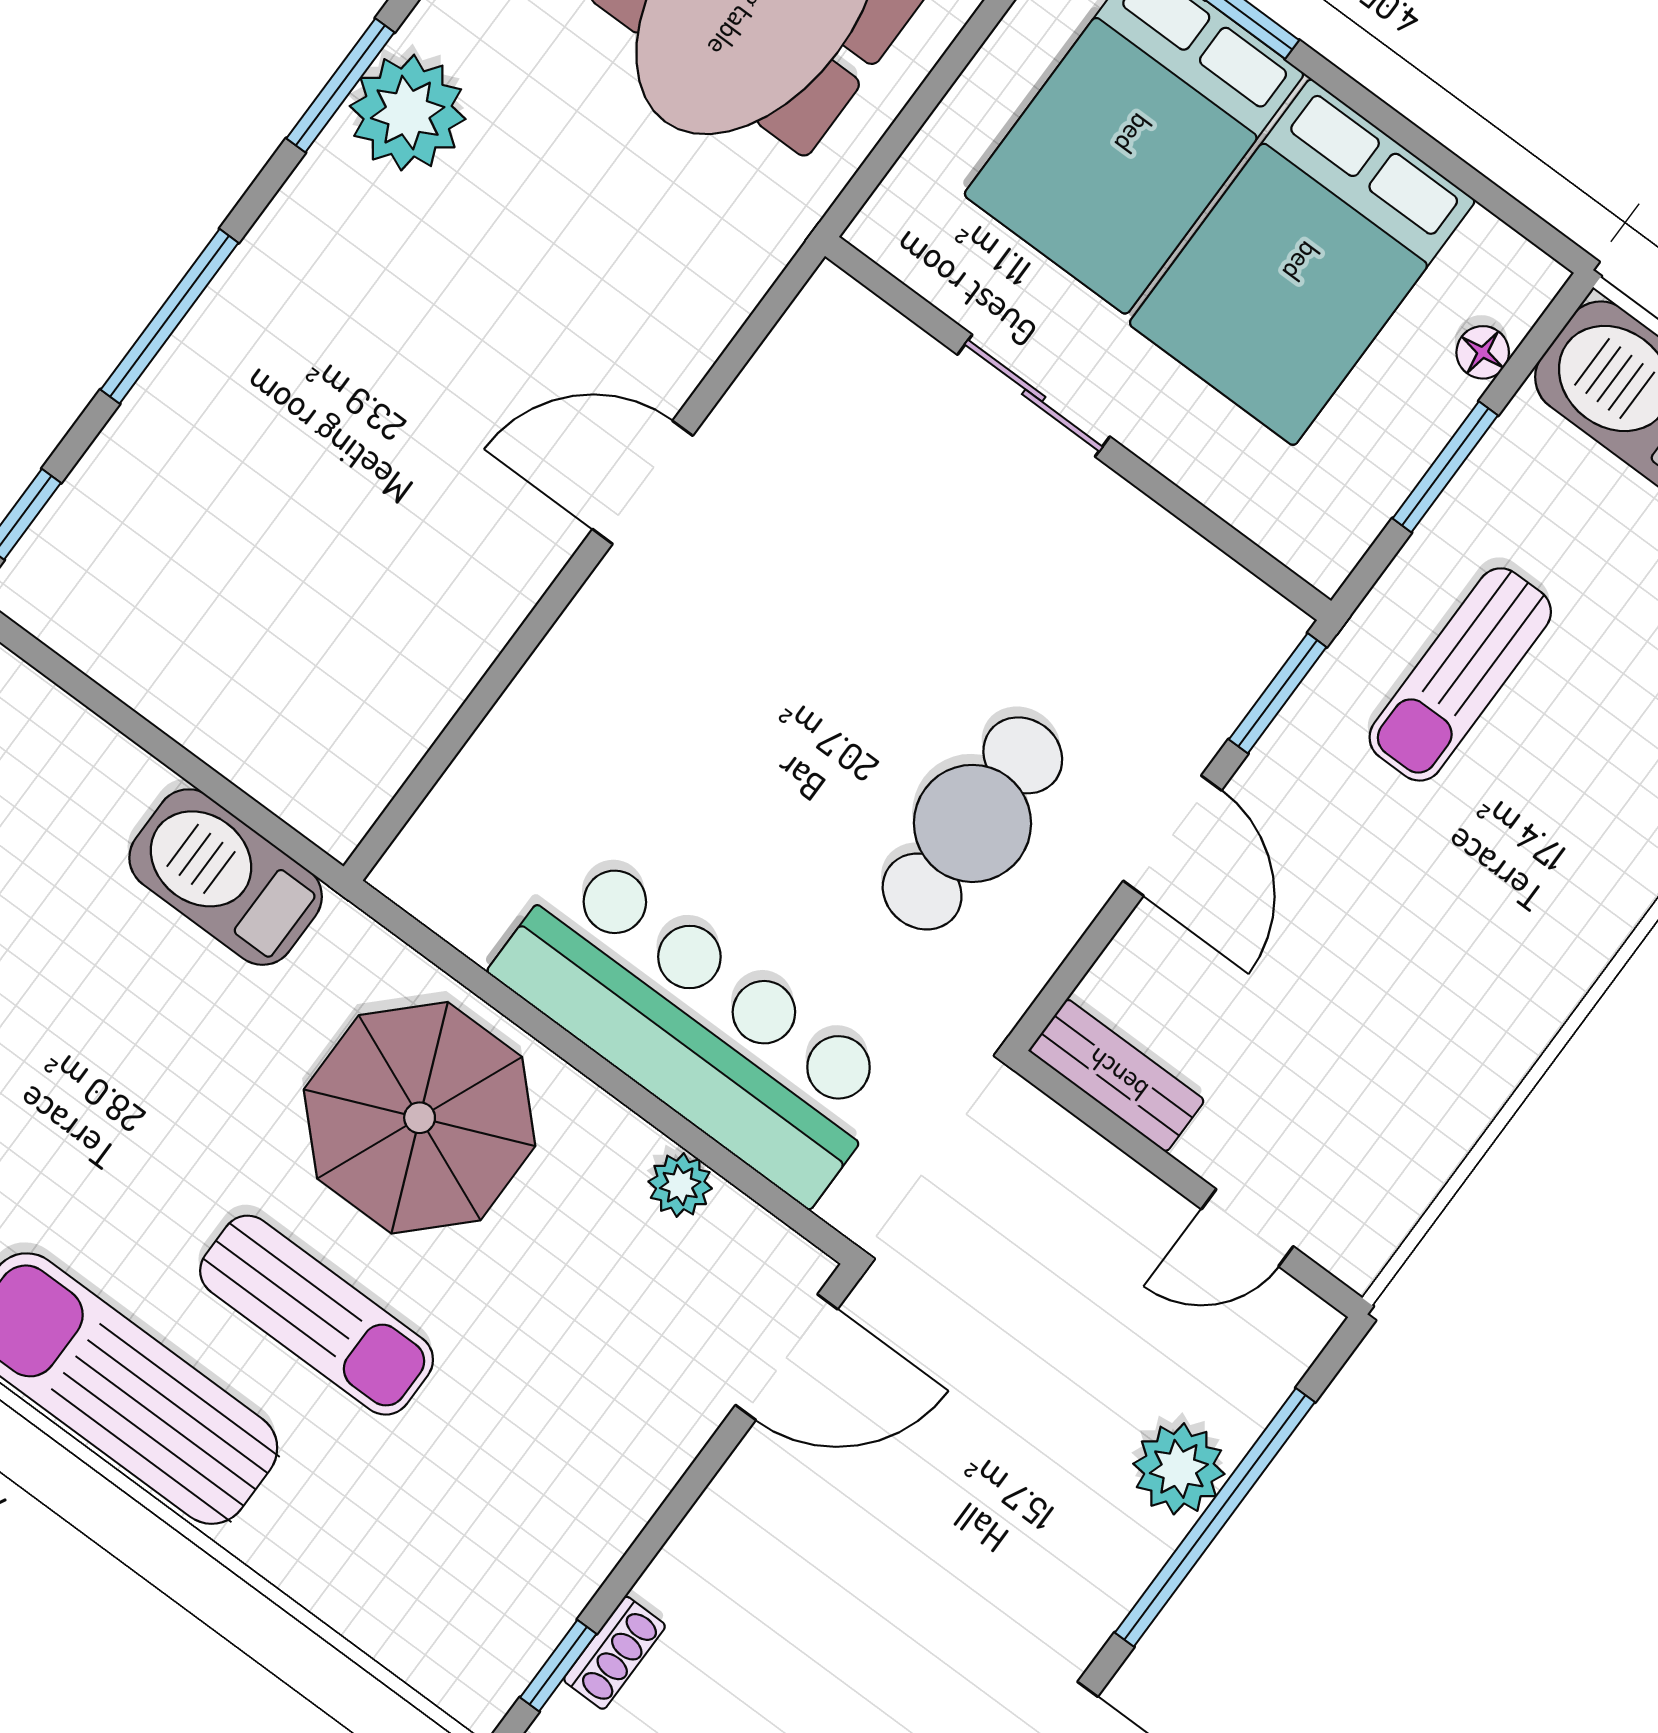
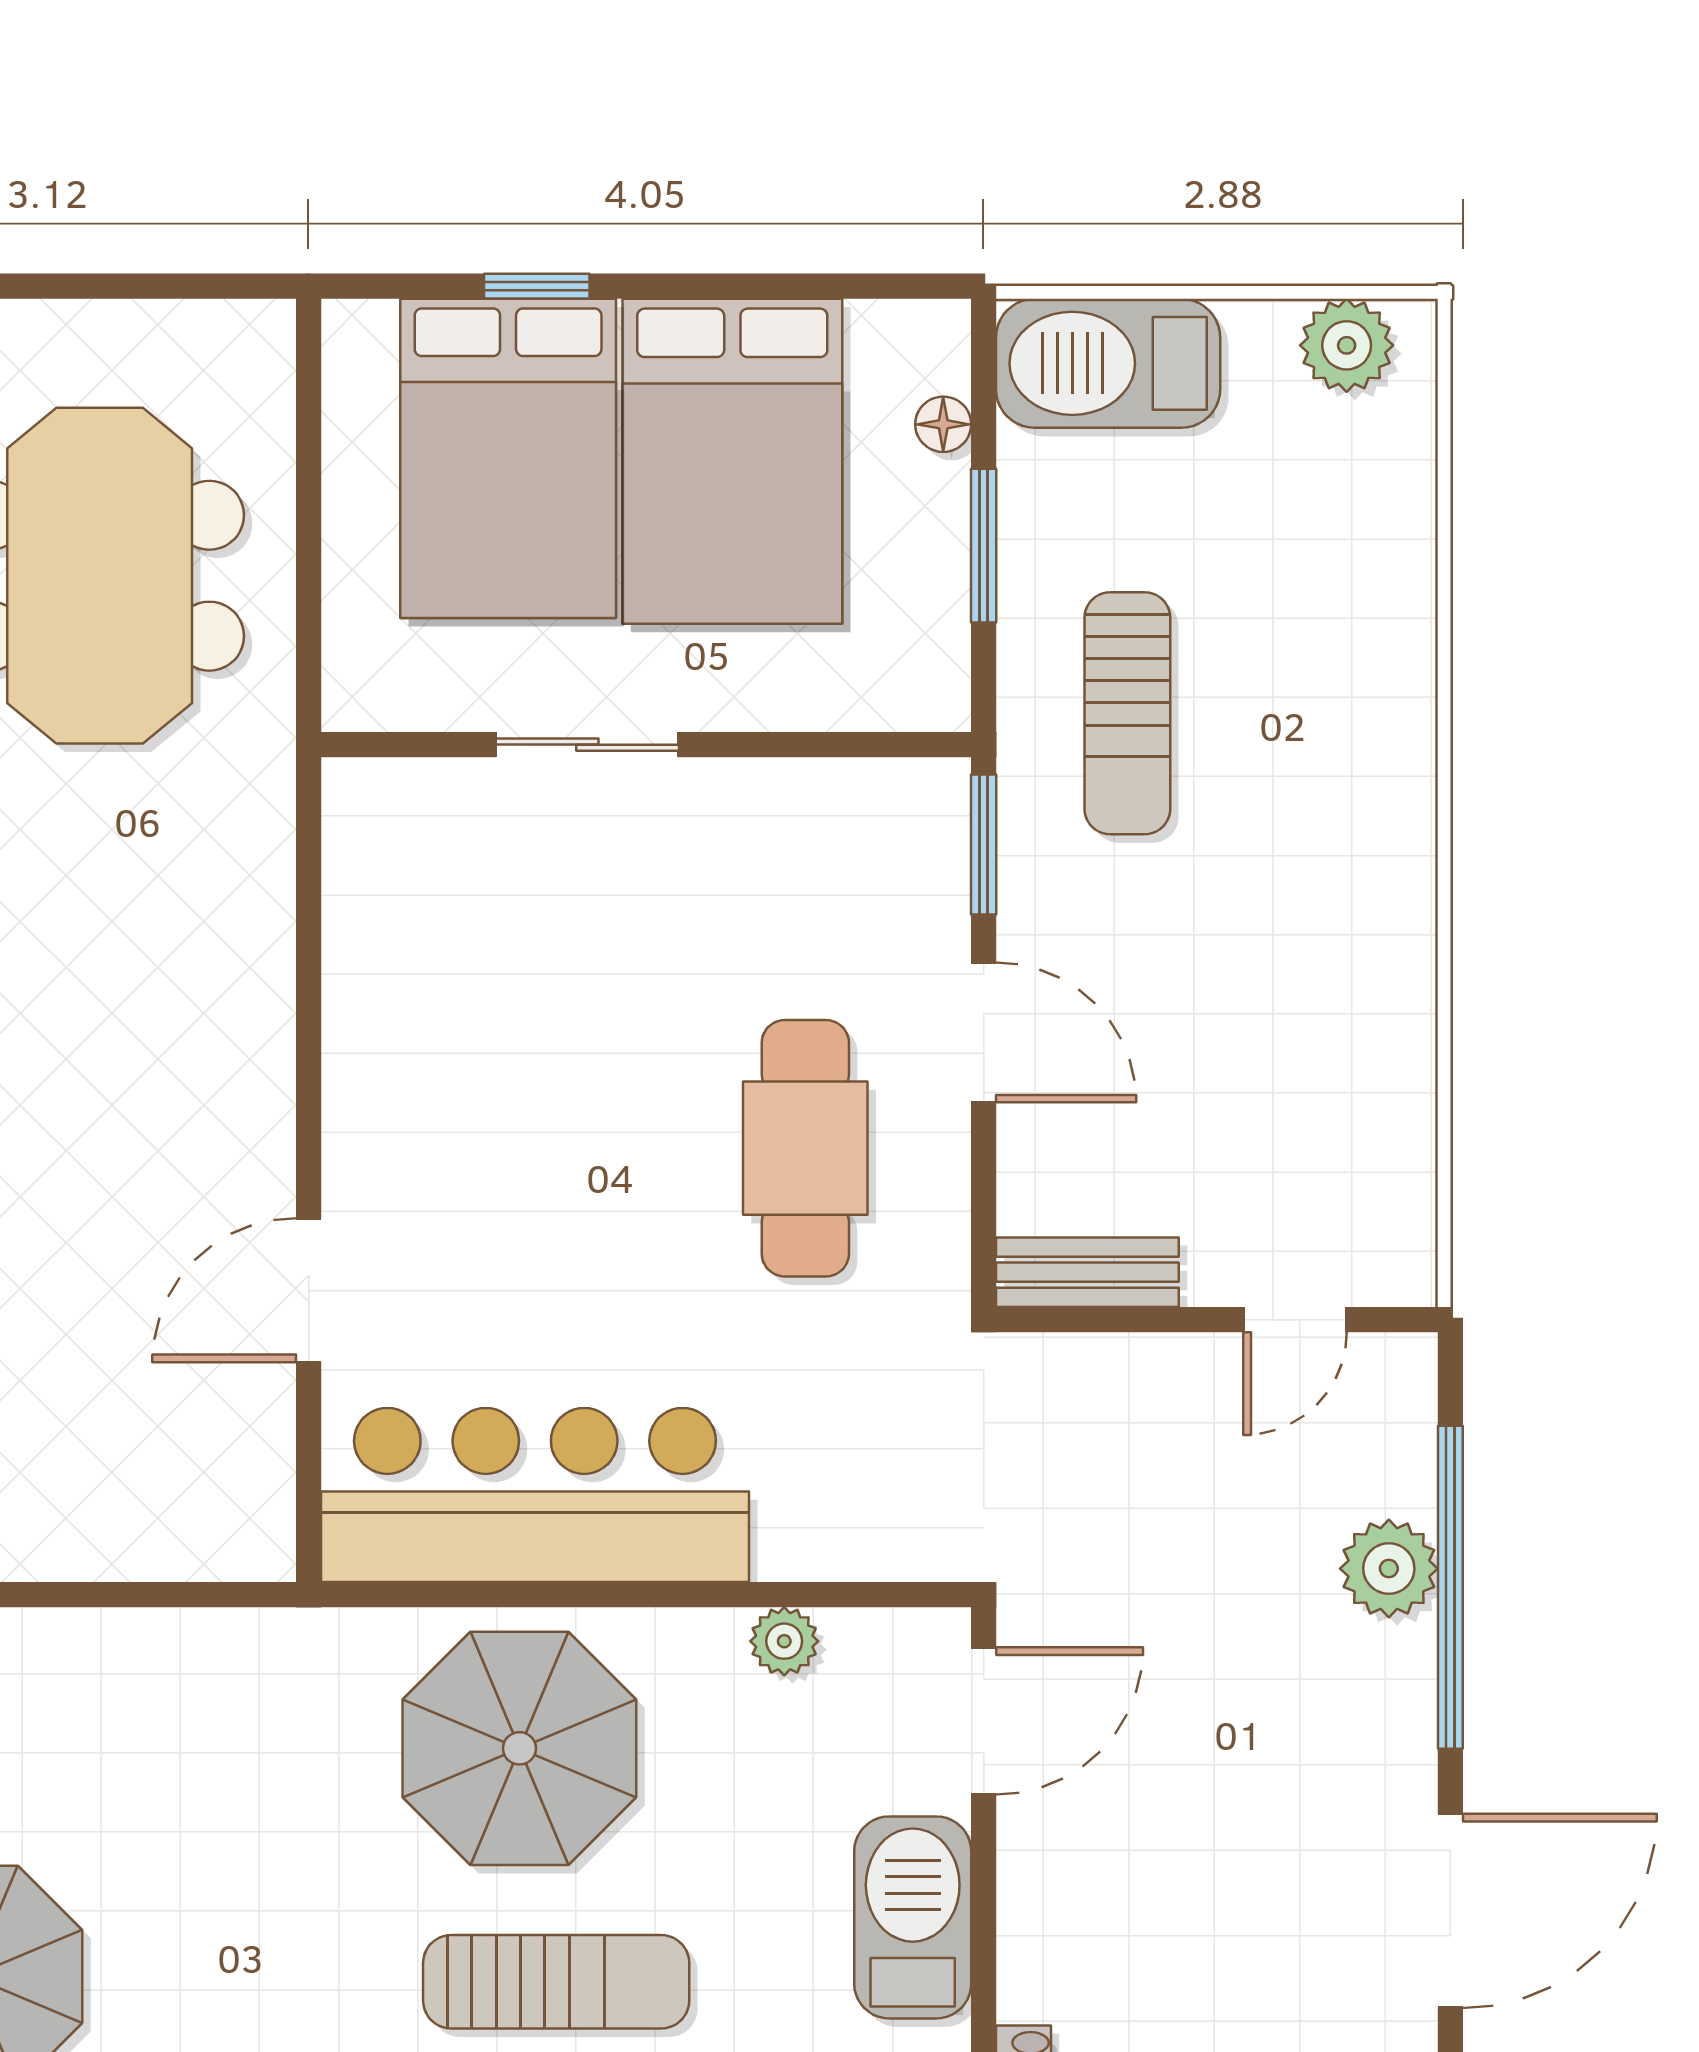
door: (643, 482) -> (309, 1290), moved
barbecue: (226, 877) -> (913, 1917), moved, turned 90
bar counter: (696, 1026) -> (535, 1495), moved

